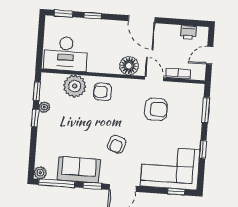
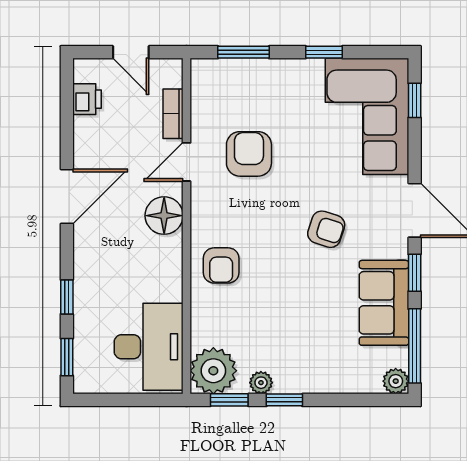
plant: (75, 86) -> (213, 371), moved

